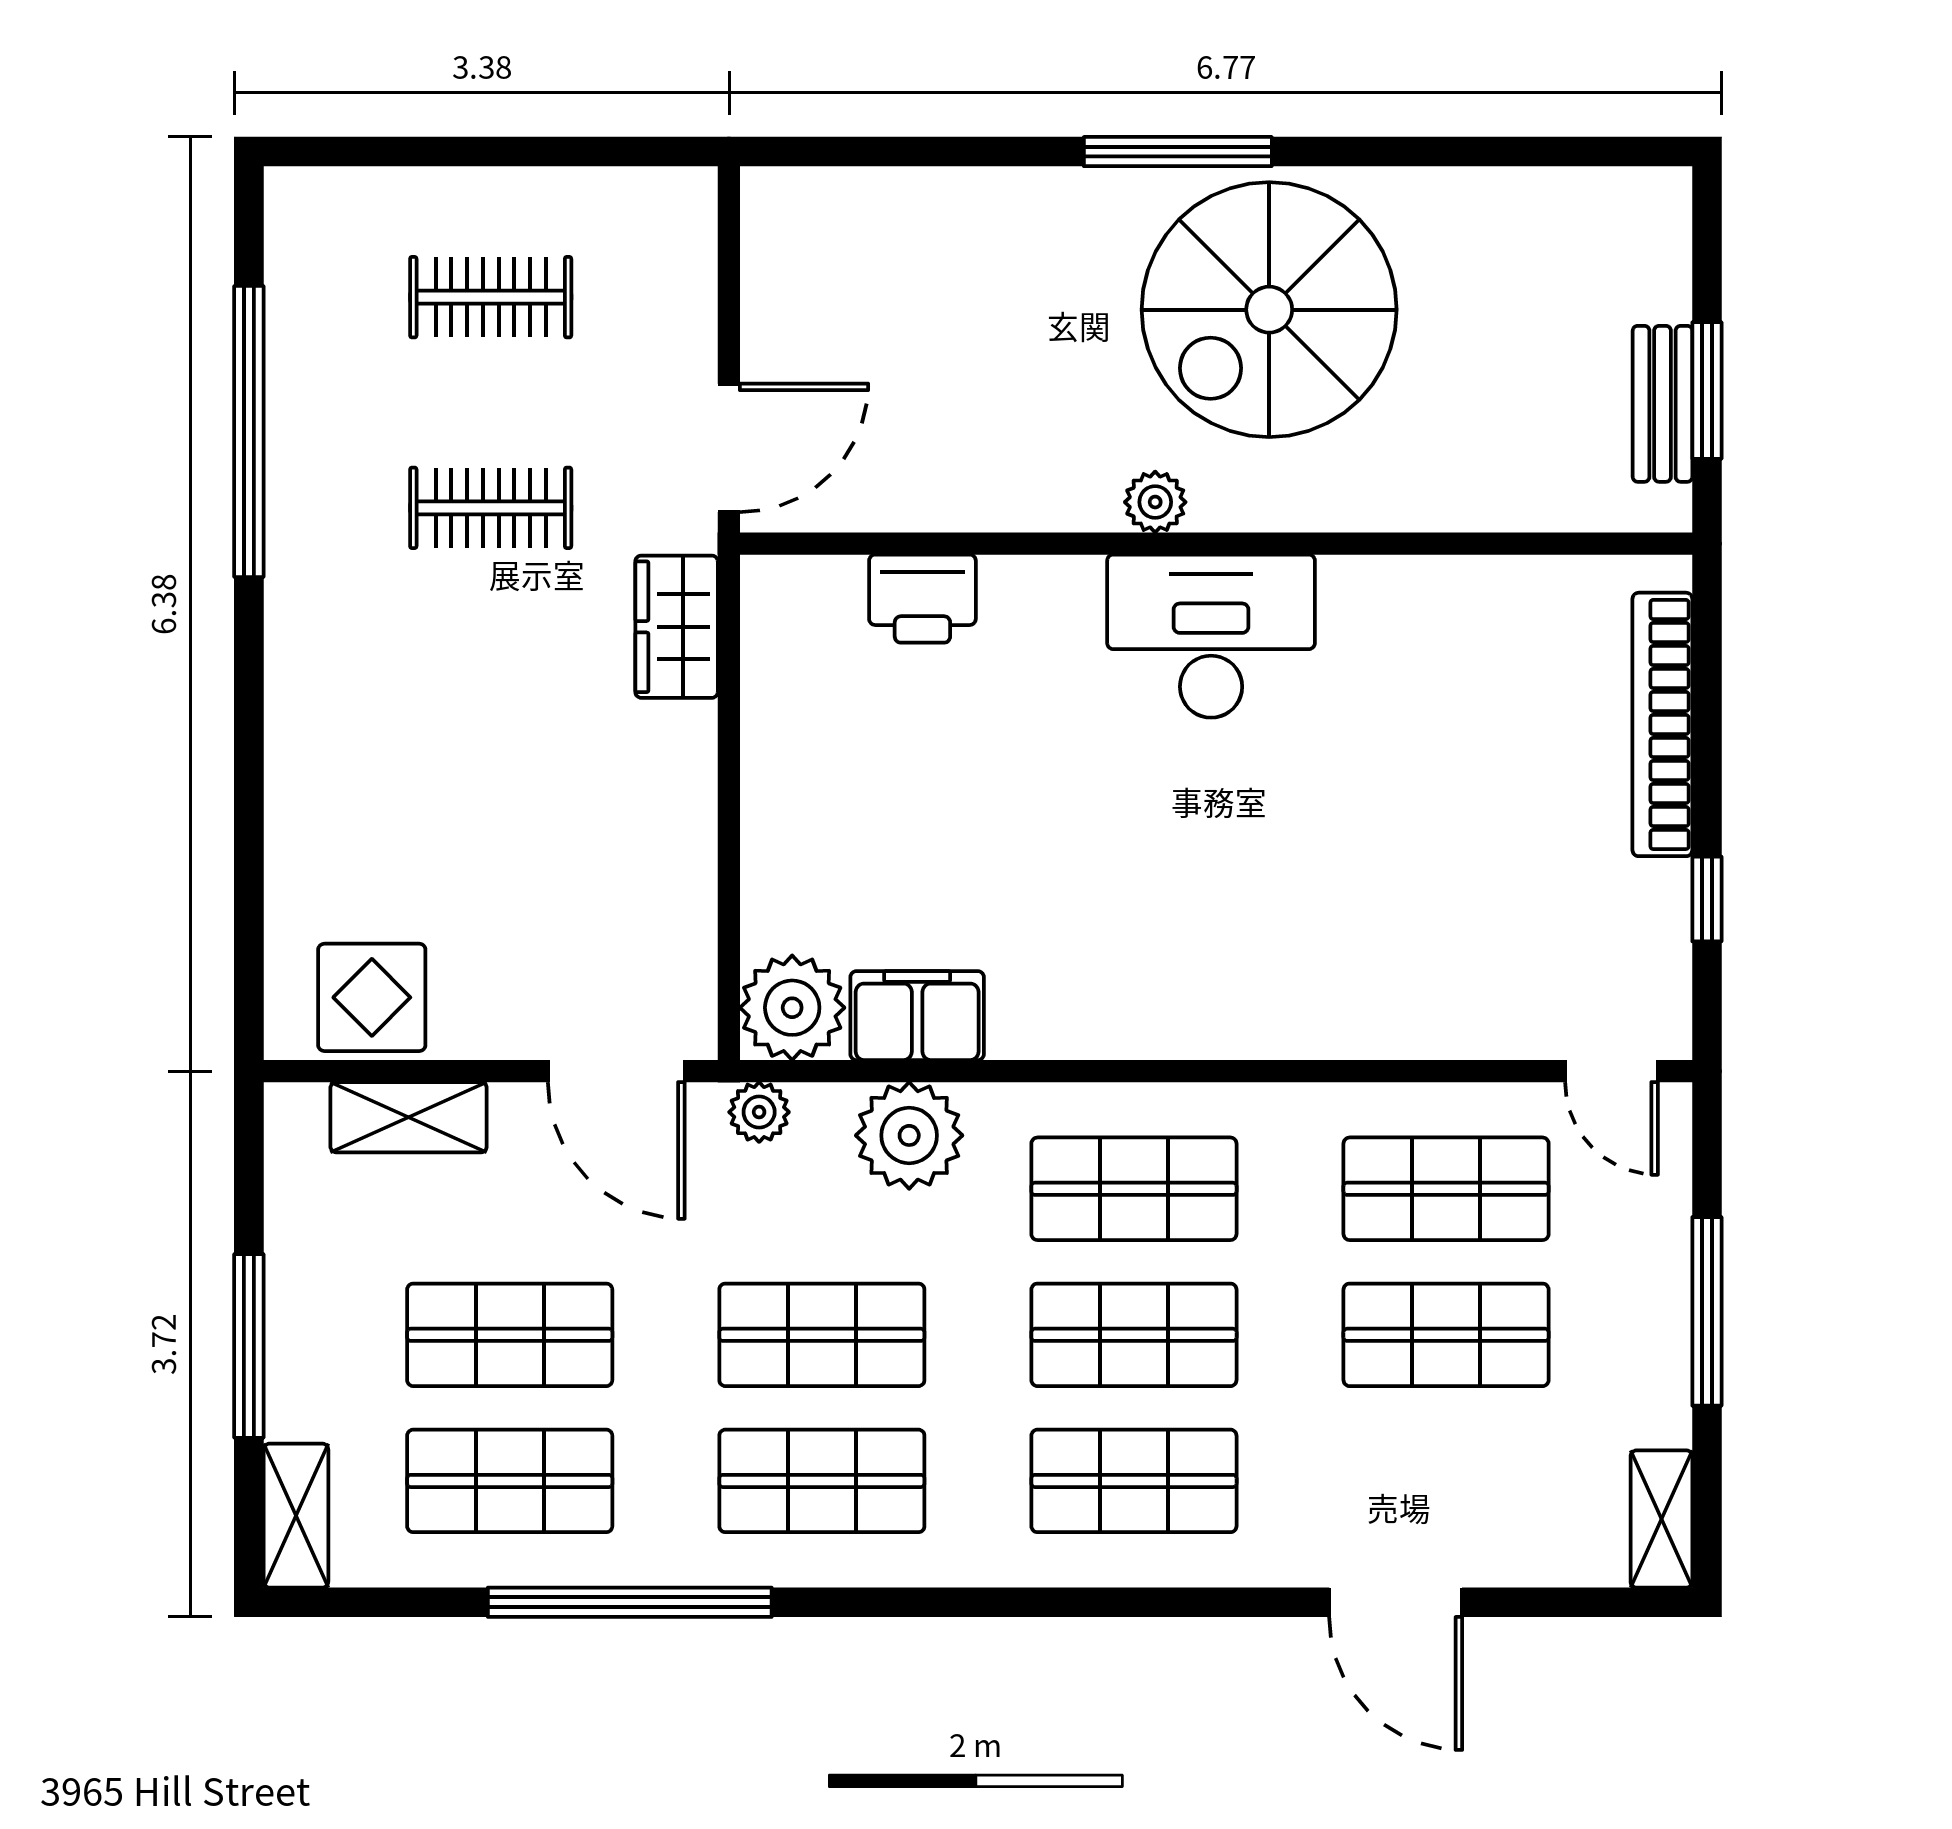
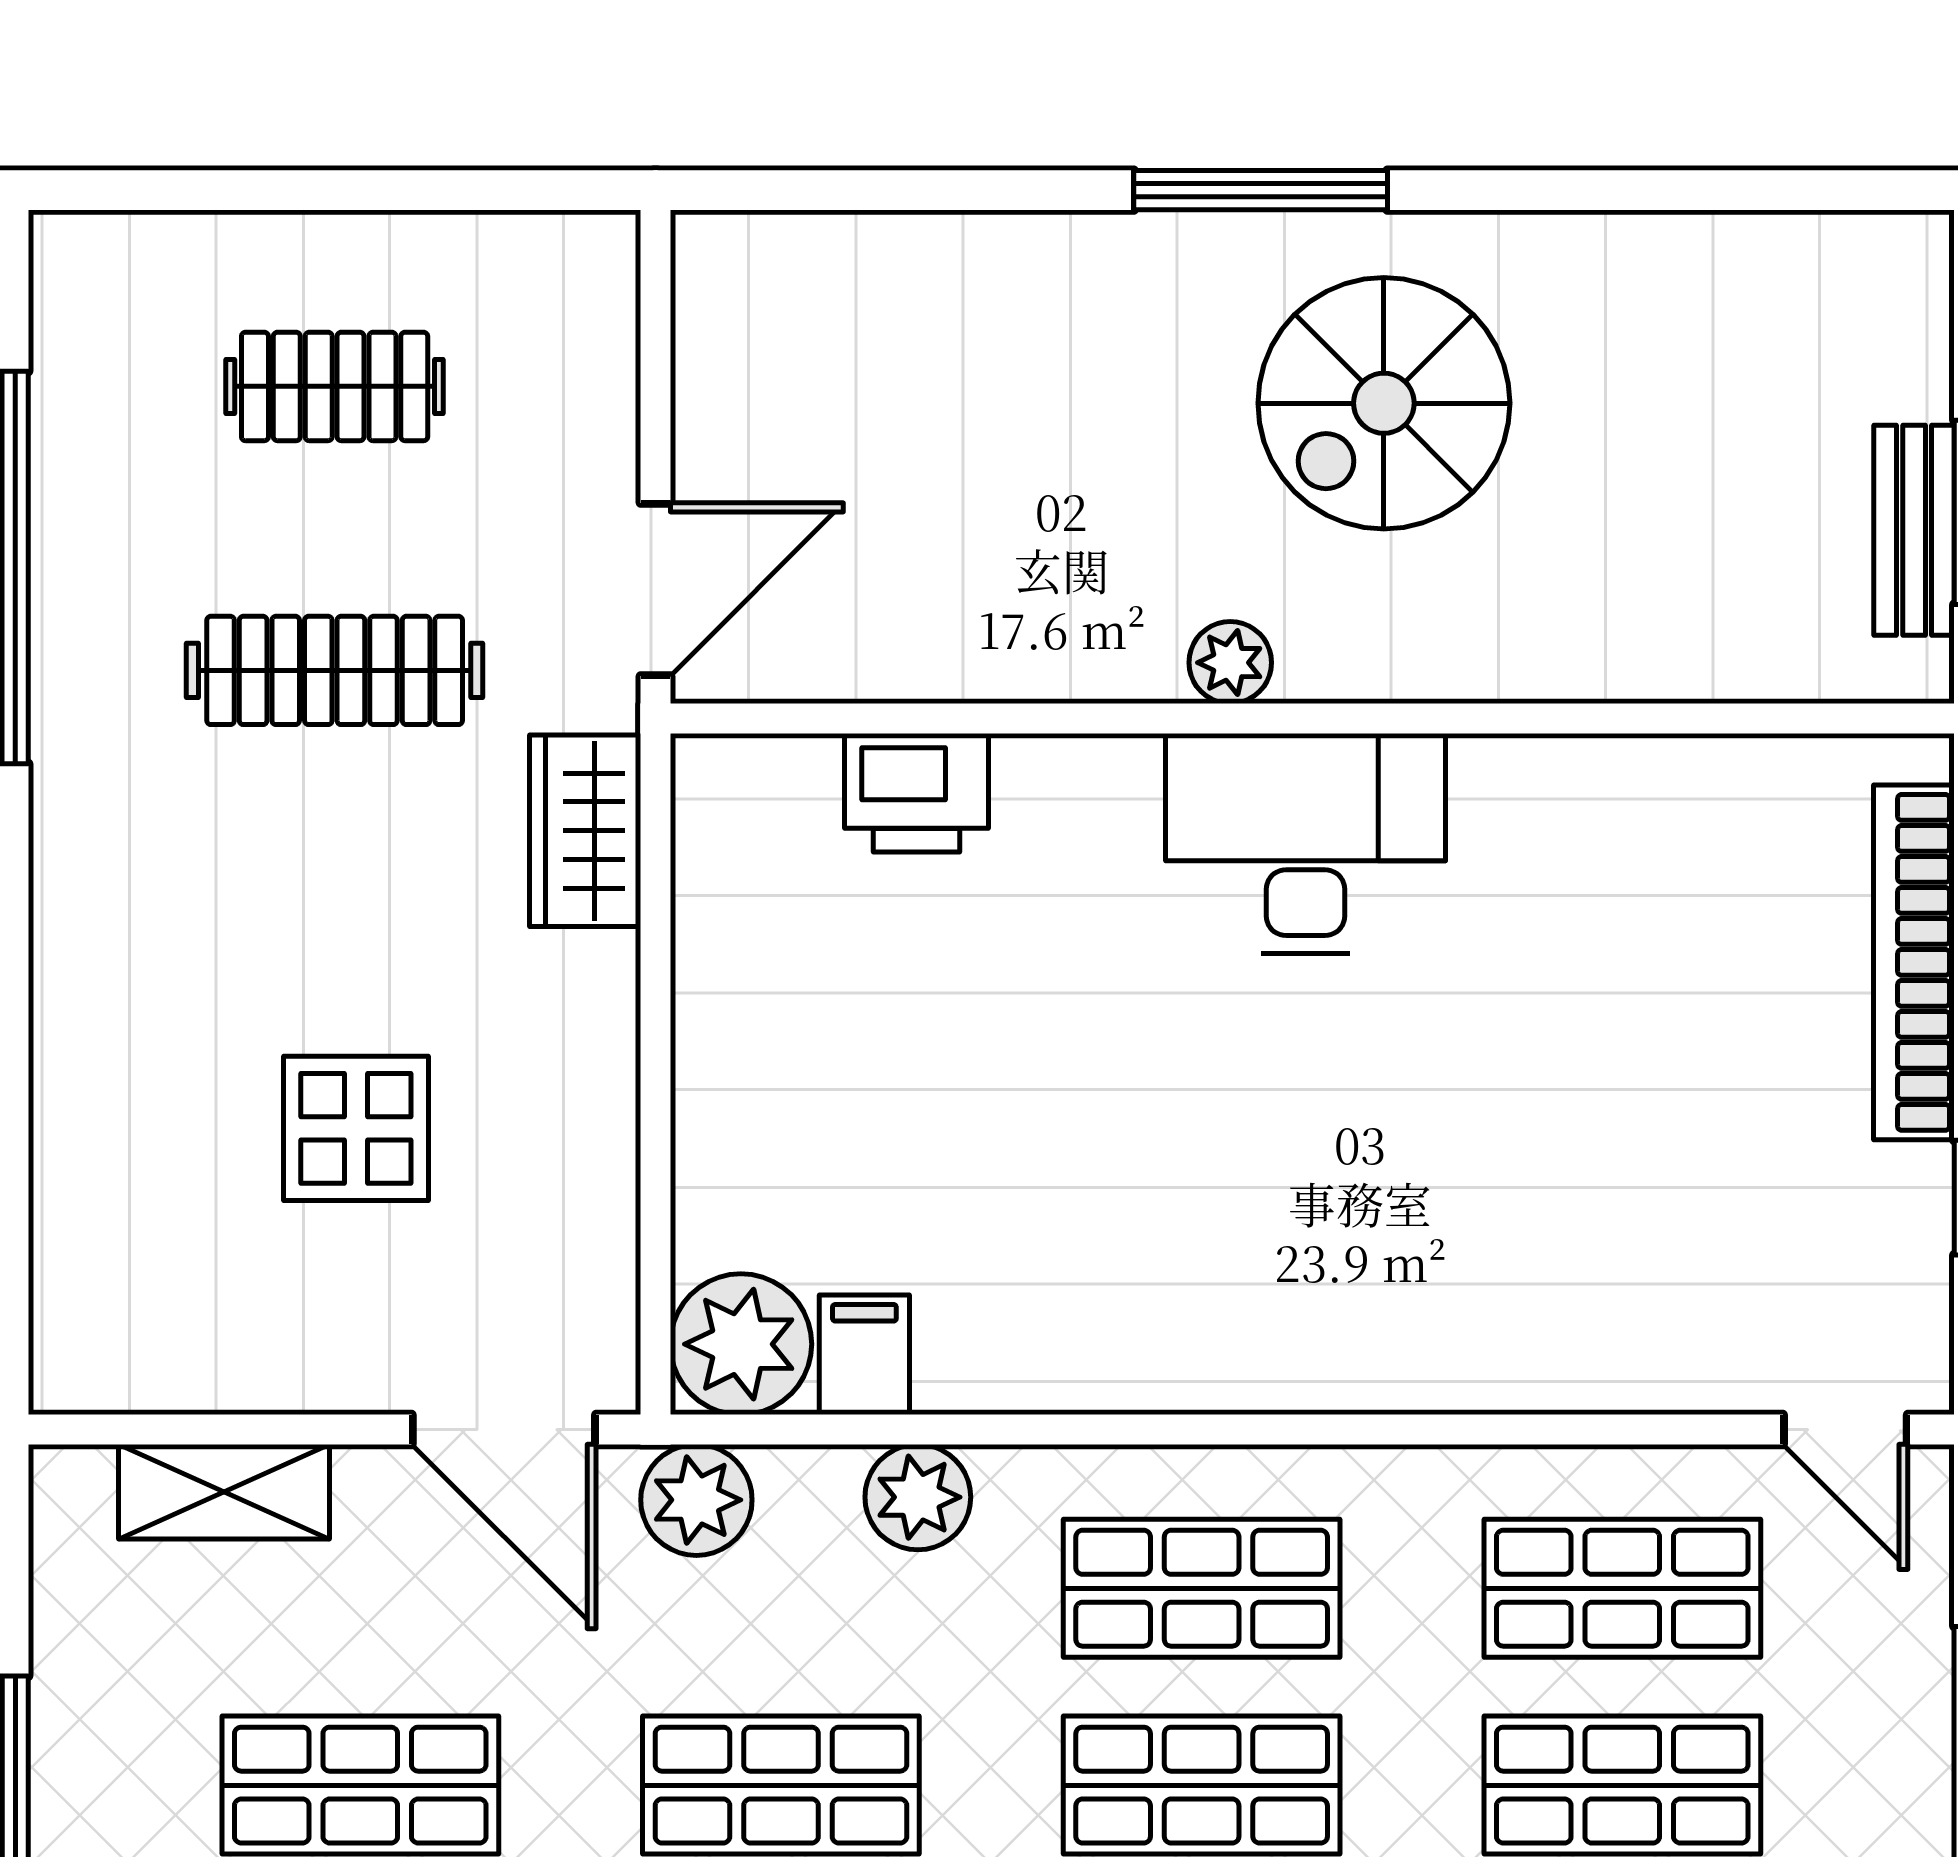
spiral stairs: (1269, 310) -> (1384, 403), width x0.73, depth x0.73
clothes rail: (491, 508) -> (335, 670), width x1.36
display table: (372, 997) -> (356, 1128), moved
filing cabinet: (917, 1016) -> (864, 1355), width x0.50
plant: (759, 1112) -> (696, 1500), width x1.38, depth x1.38
plant: (909, 1135) -> (918, 1497), width x0.73, depth x0.73

